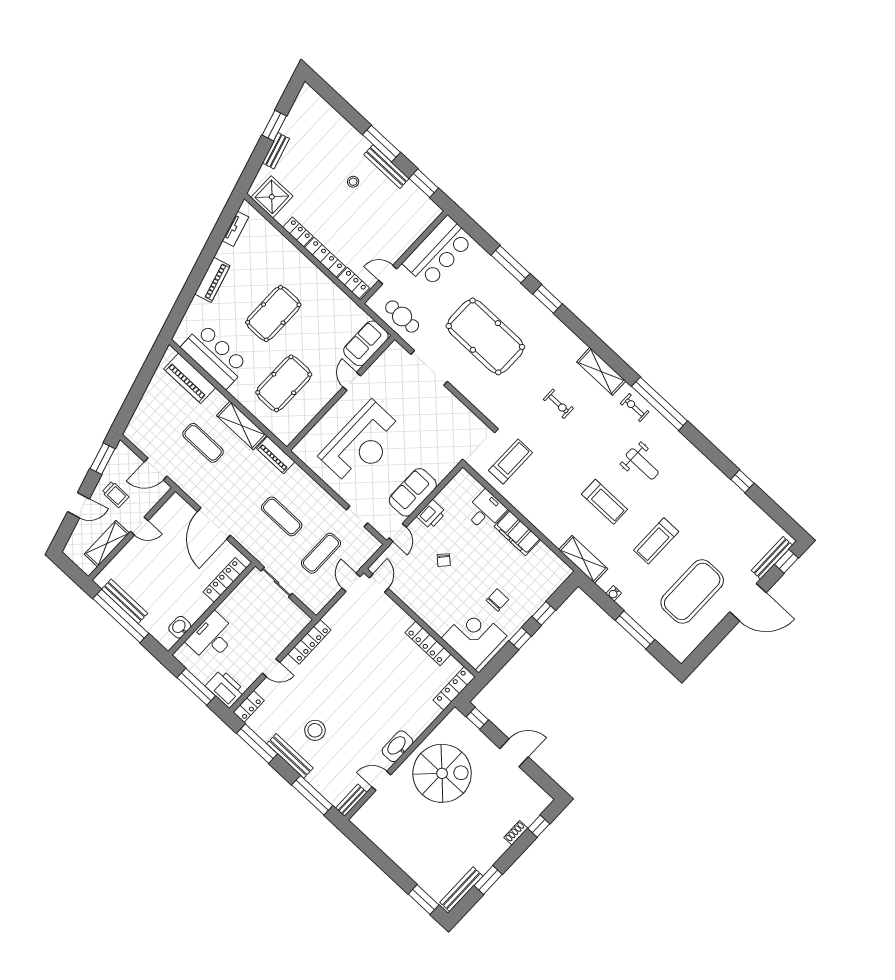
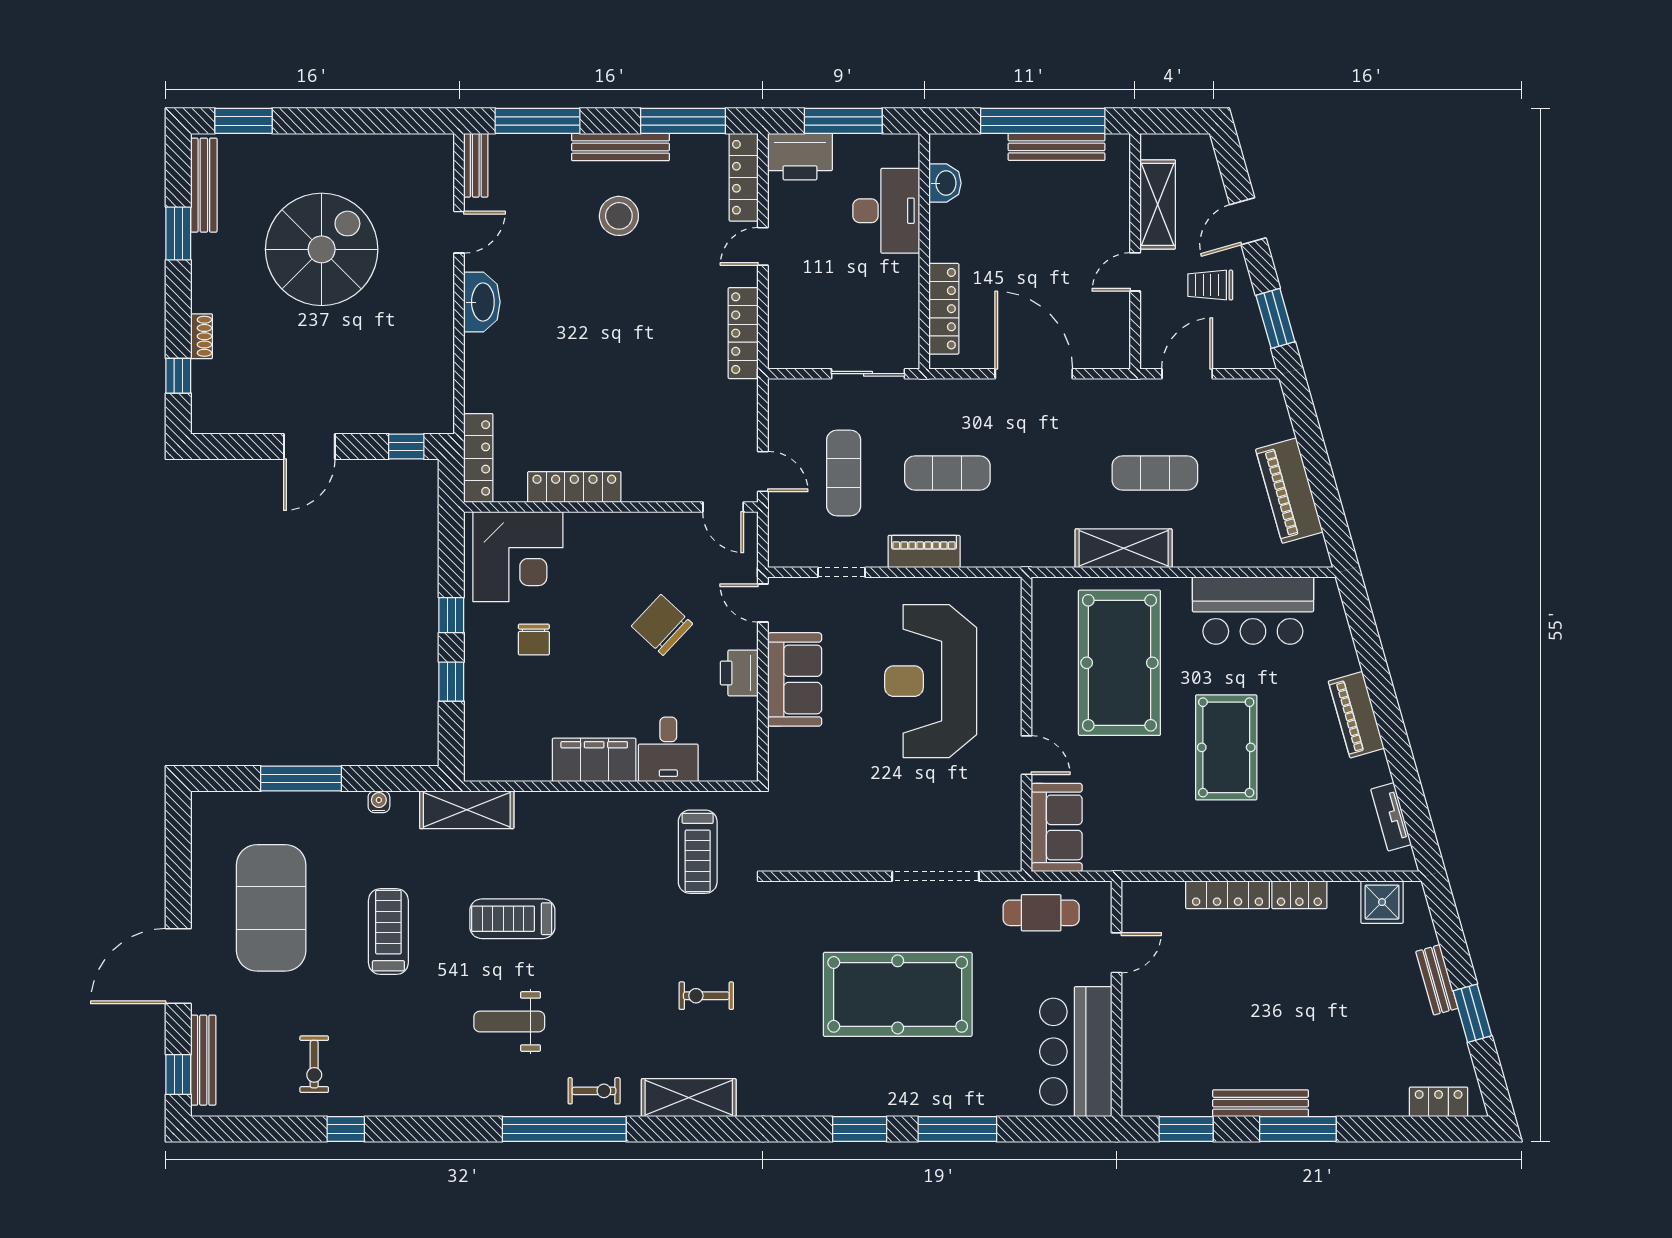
stool: (353, 182) -> (1288, 1038), removed
shower: (272, 197) -> (1382, 902), width x0.73, depth x0.73
locker: (353, 283) -> (1439, 1102), moved, turned 180
piano: (190, 378) -> (1289, 491), moved, turned -106
pool table: (284, 383) -> (1119, 663), width x1.36, depth x1.32
piano: (276, 455) -> (924, 551), moved
exercise bike: (731, 517) -> (314, 1064), added
chair: (444, 560) -> (662, 625), width x1.87, depth x1.87
locker: (249, 706) -> (744, 177), width x1.53
spiral stairs: (442, 773) -> (322, 249), moved, turned 180

